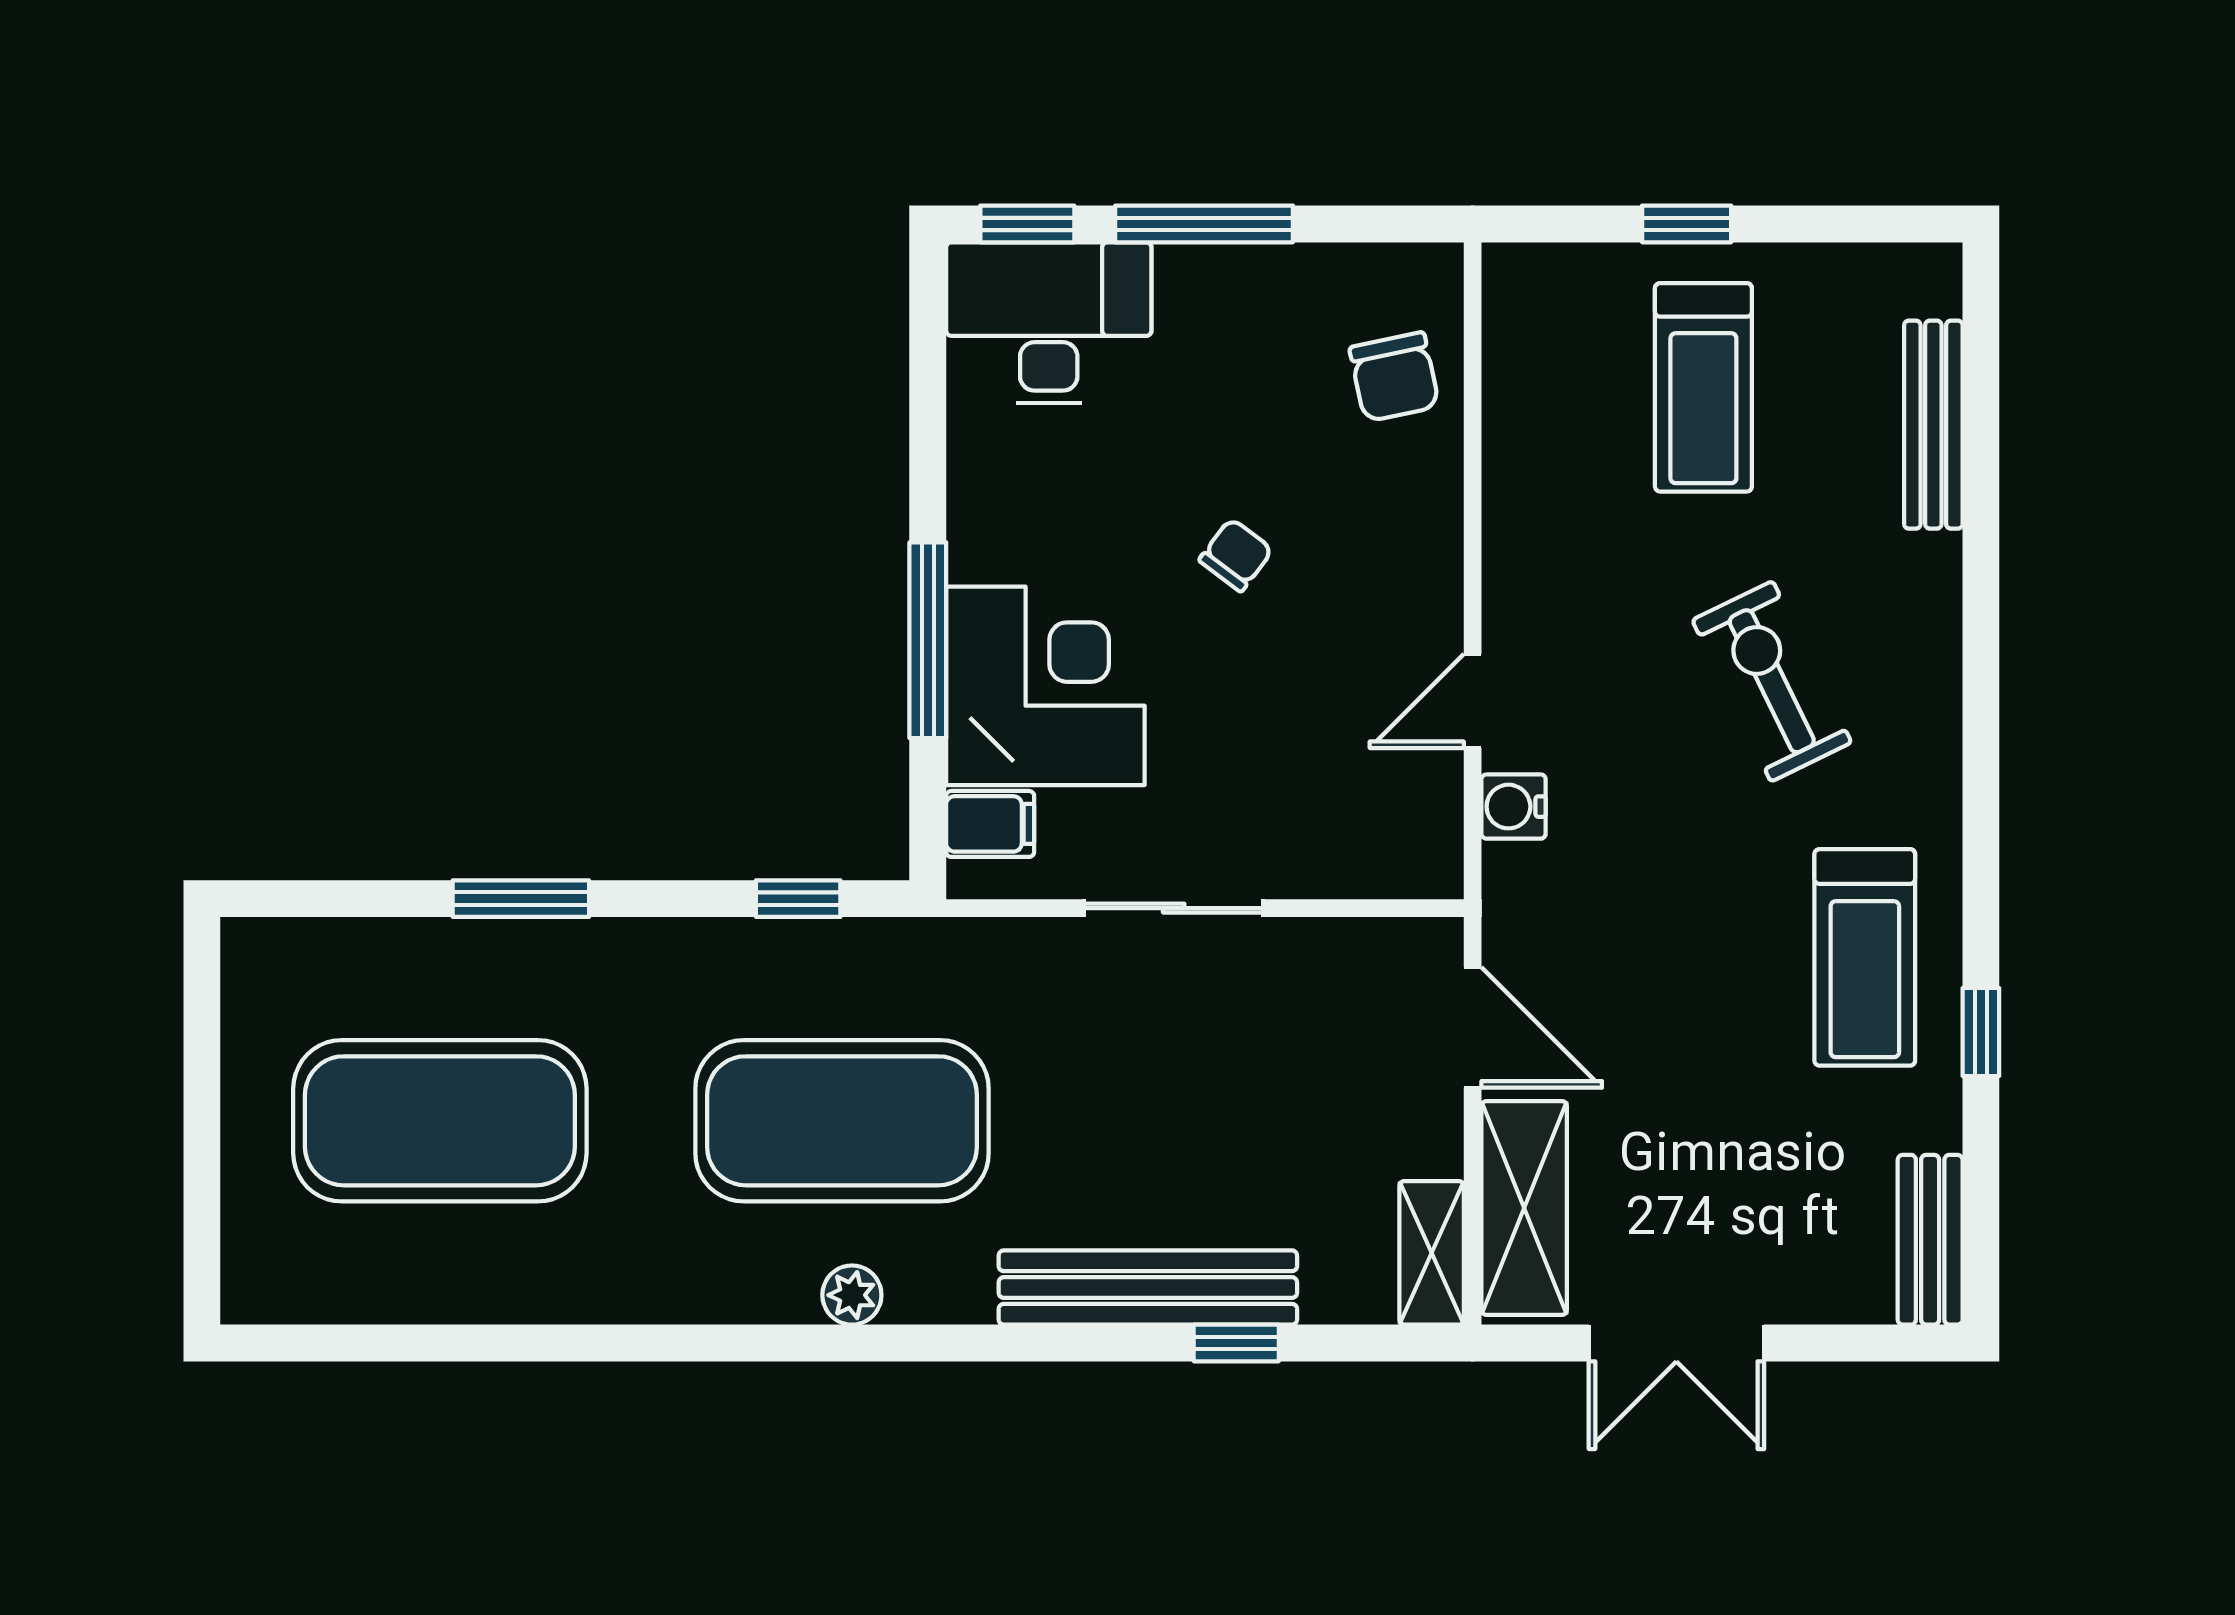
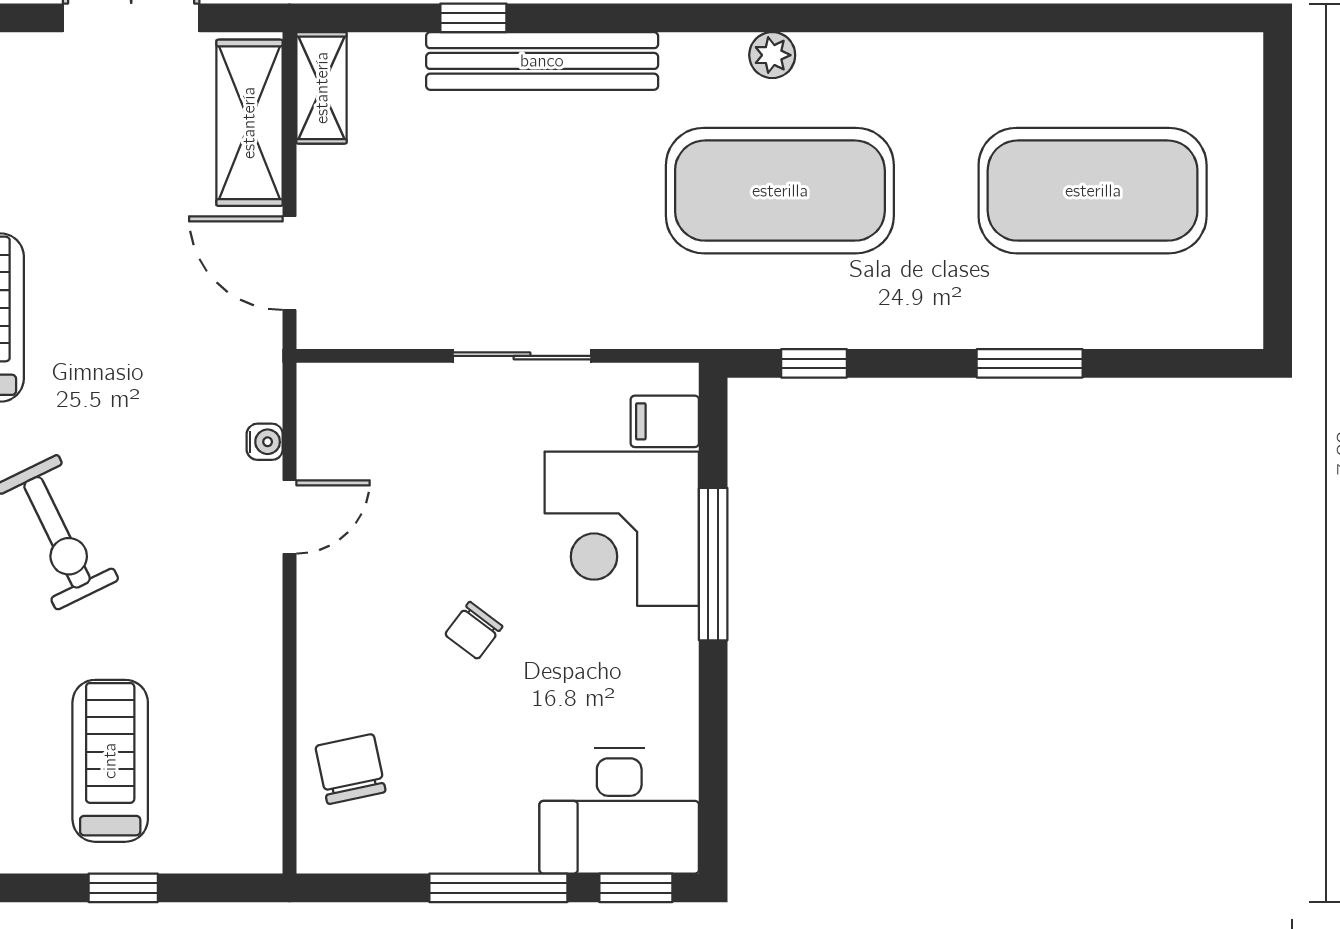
water cooler: (1514, 807) -> (265, 442), width x0.72, depth x0.72

